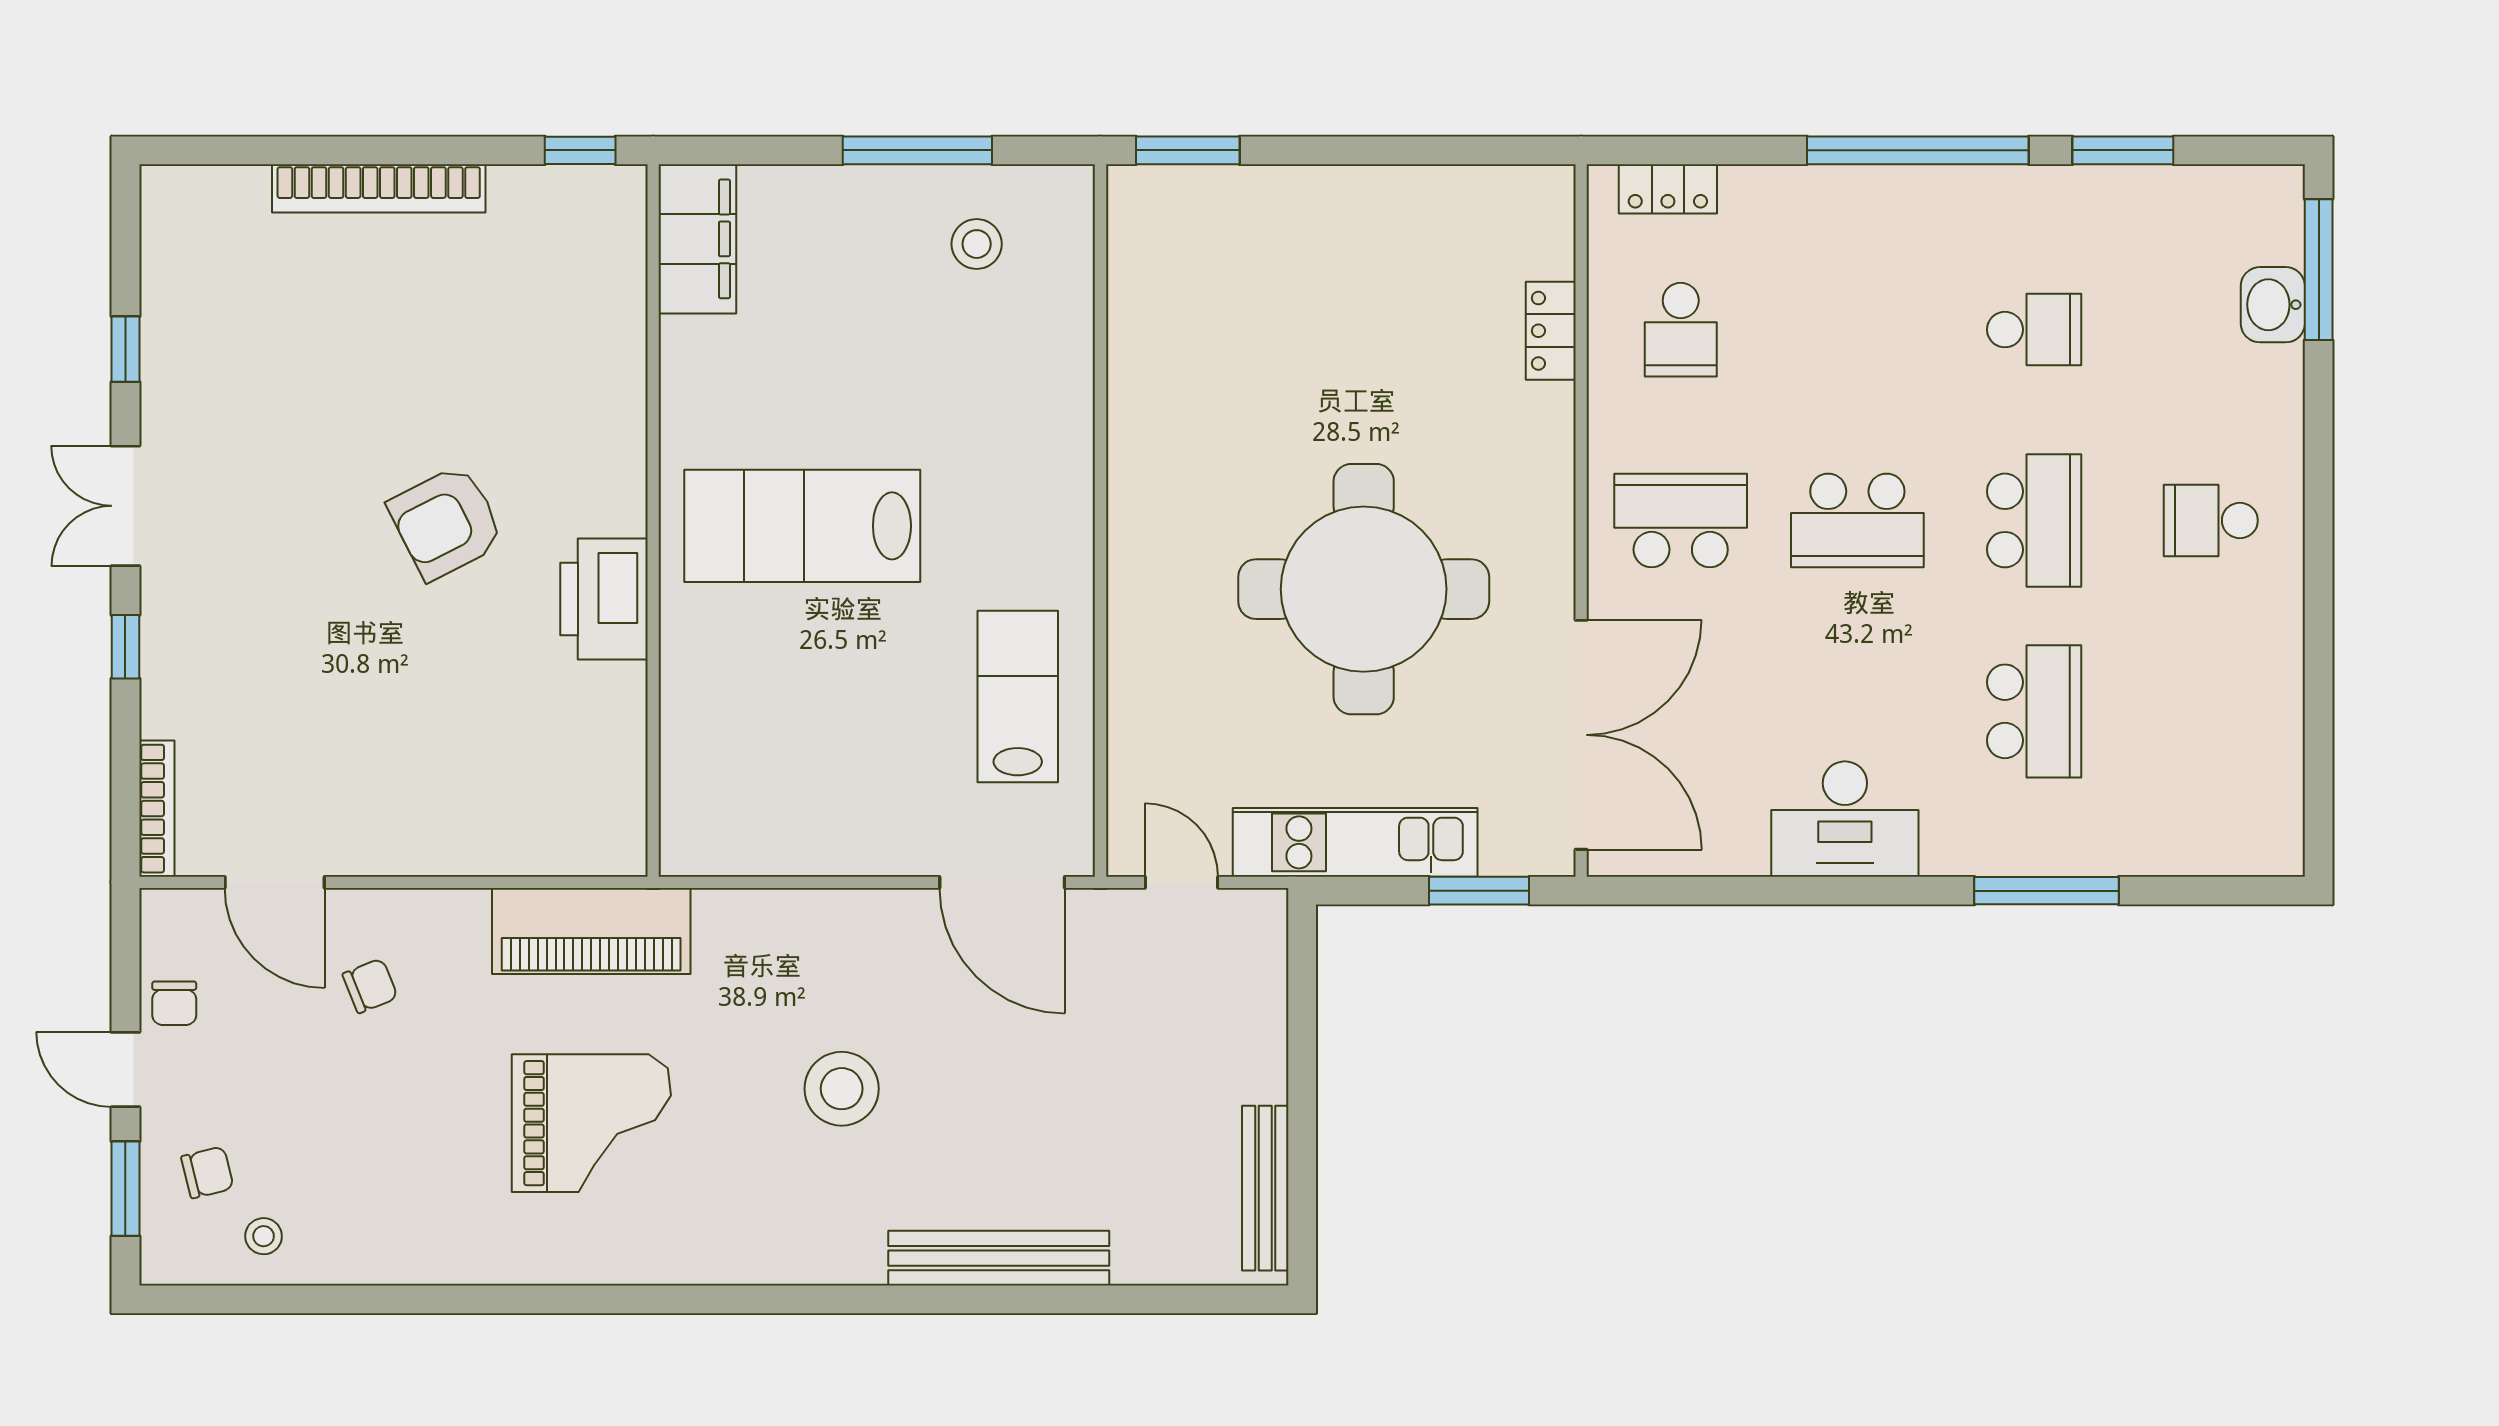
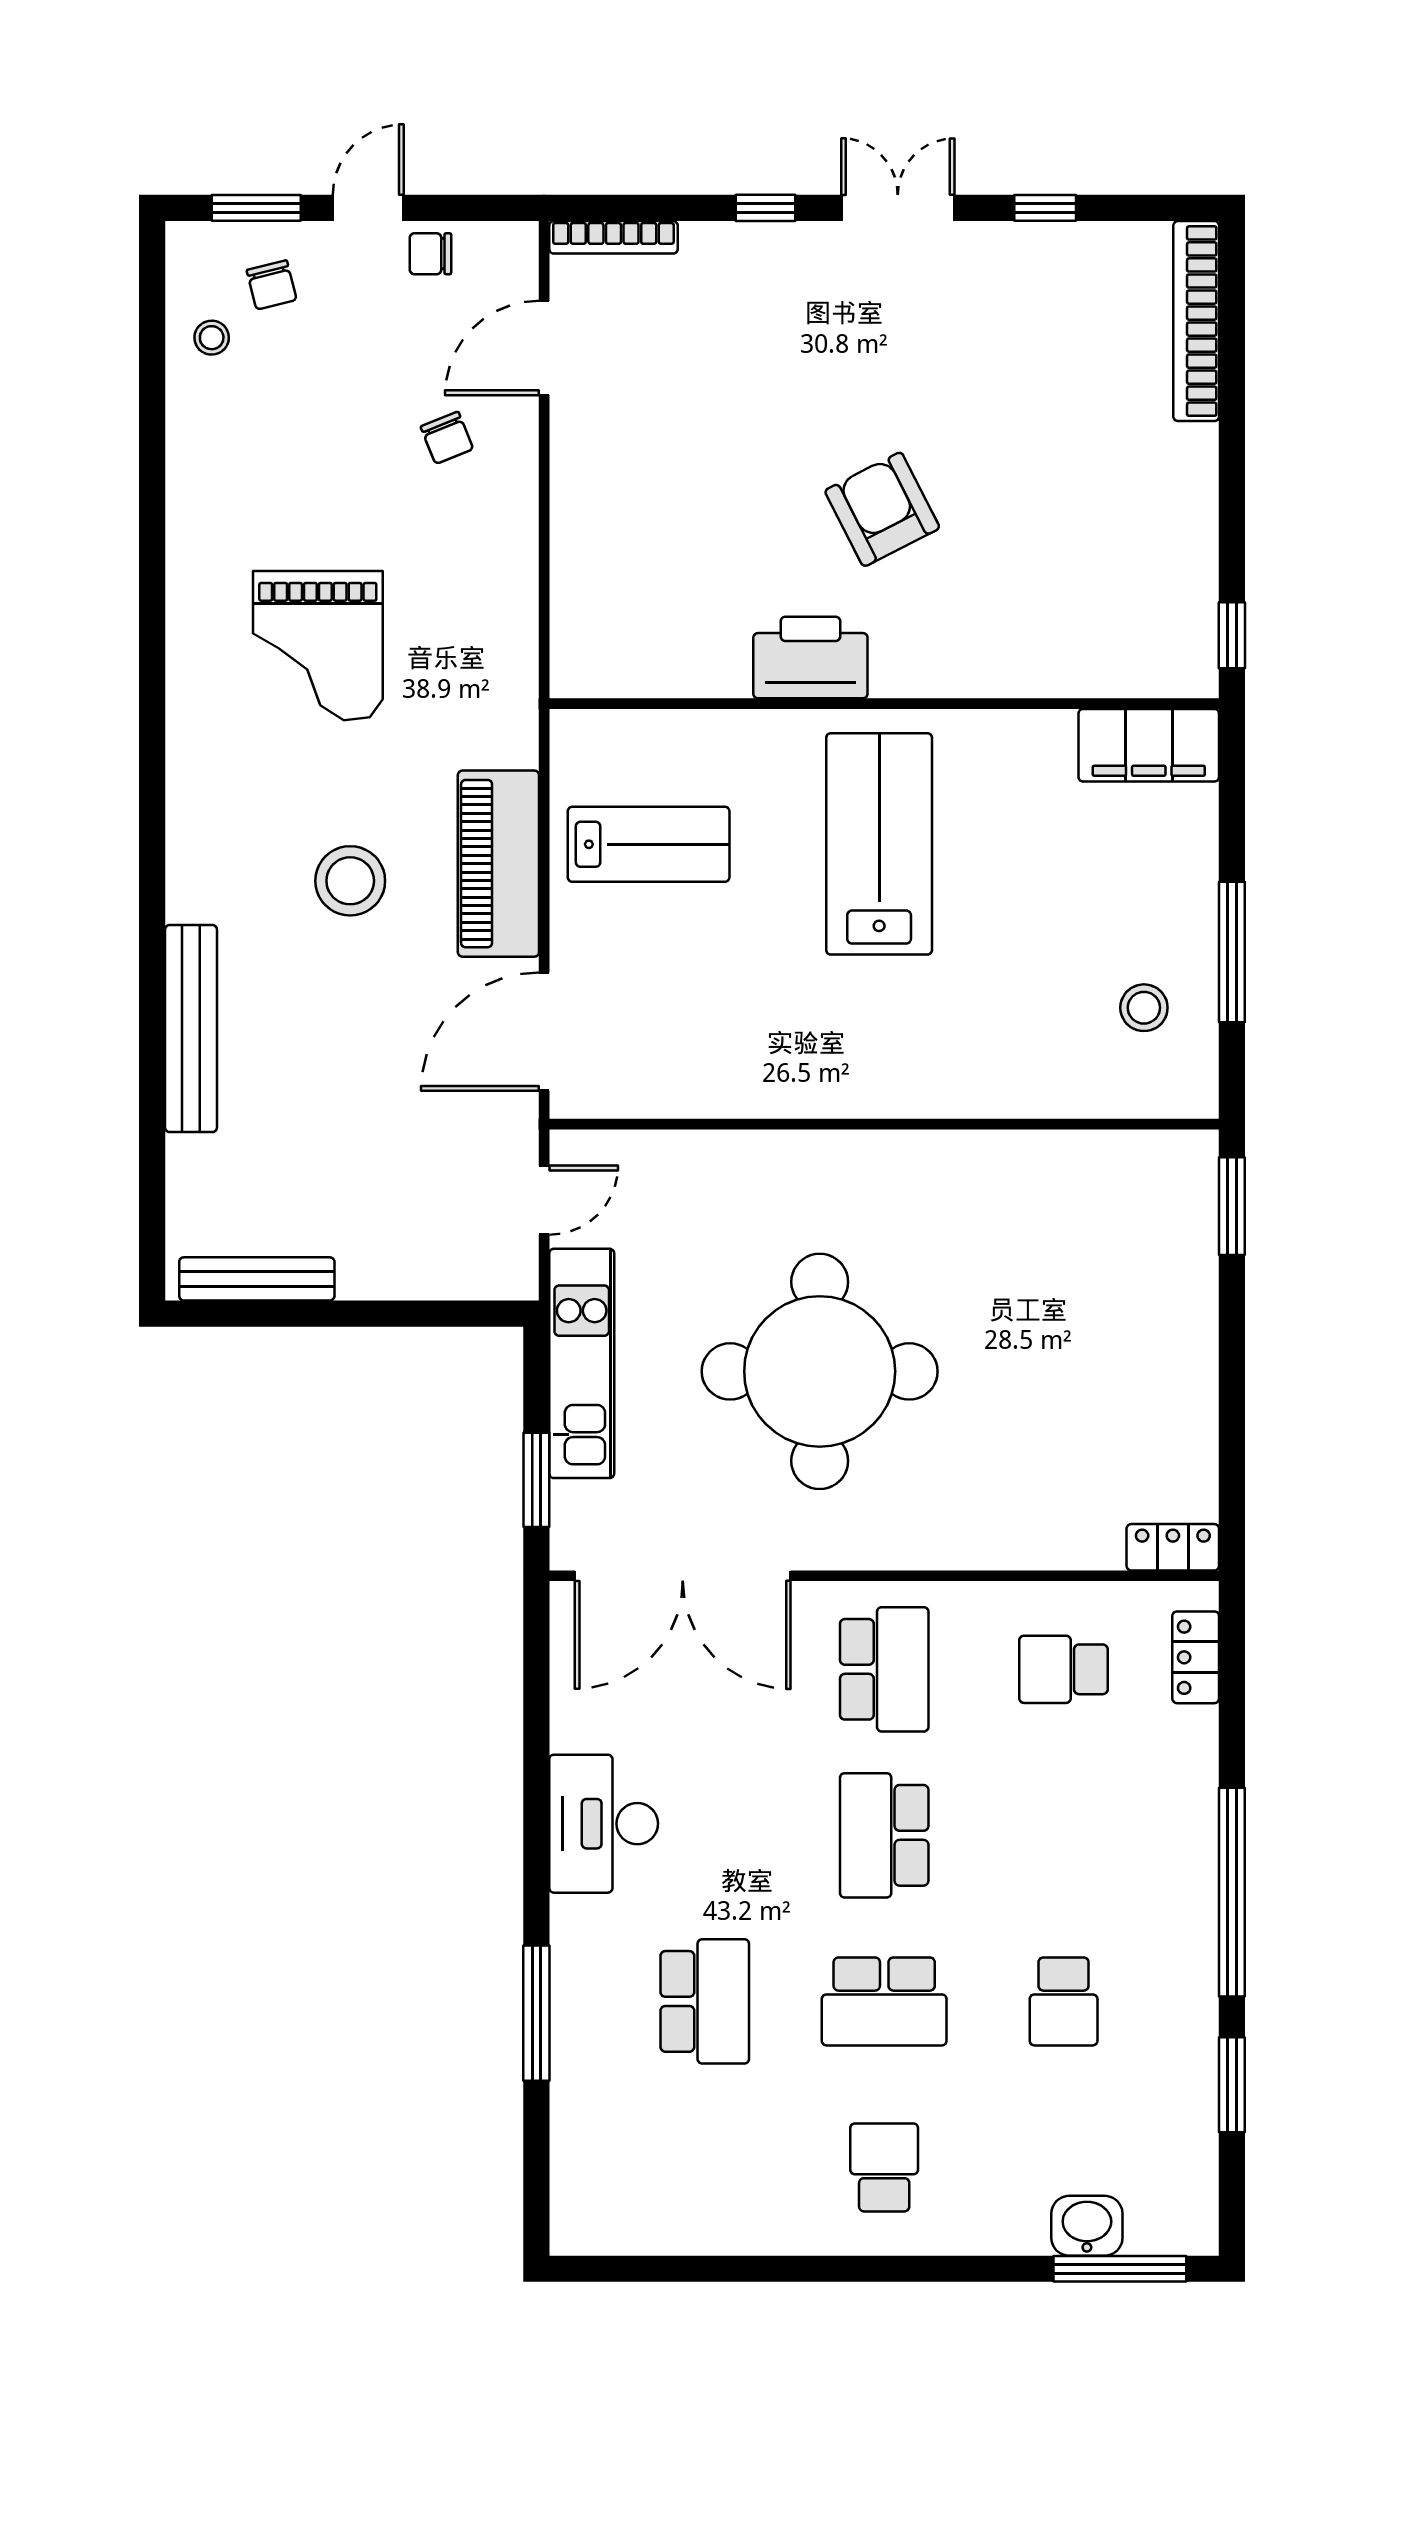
bookcase: (379, 188) -> (1196, 321), moved
locker: (1551, 331) -> (1173, 1547), moved
lab bench: (1018, 696) -> (649, 844), moved
school desk: (2034, 711) -> (705, 2001), turned -90
piano: (591, 931) -> (498, 864), moved

